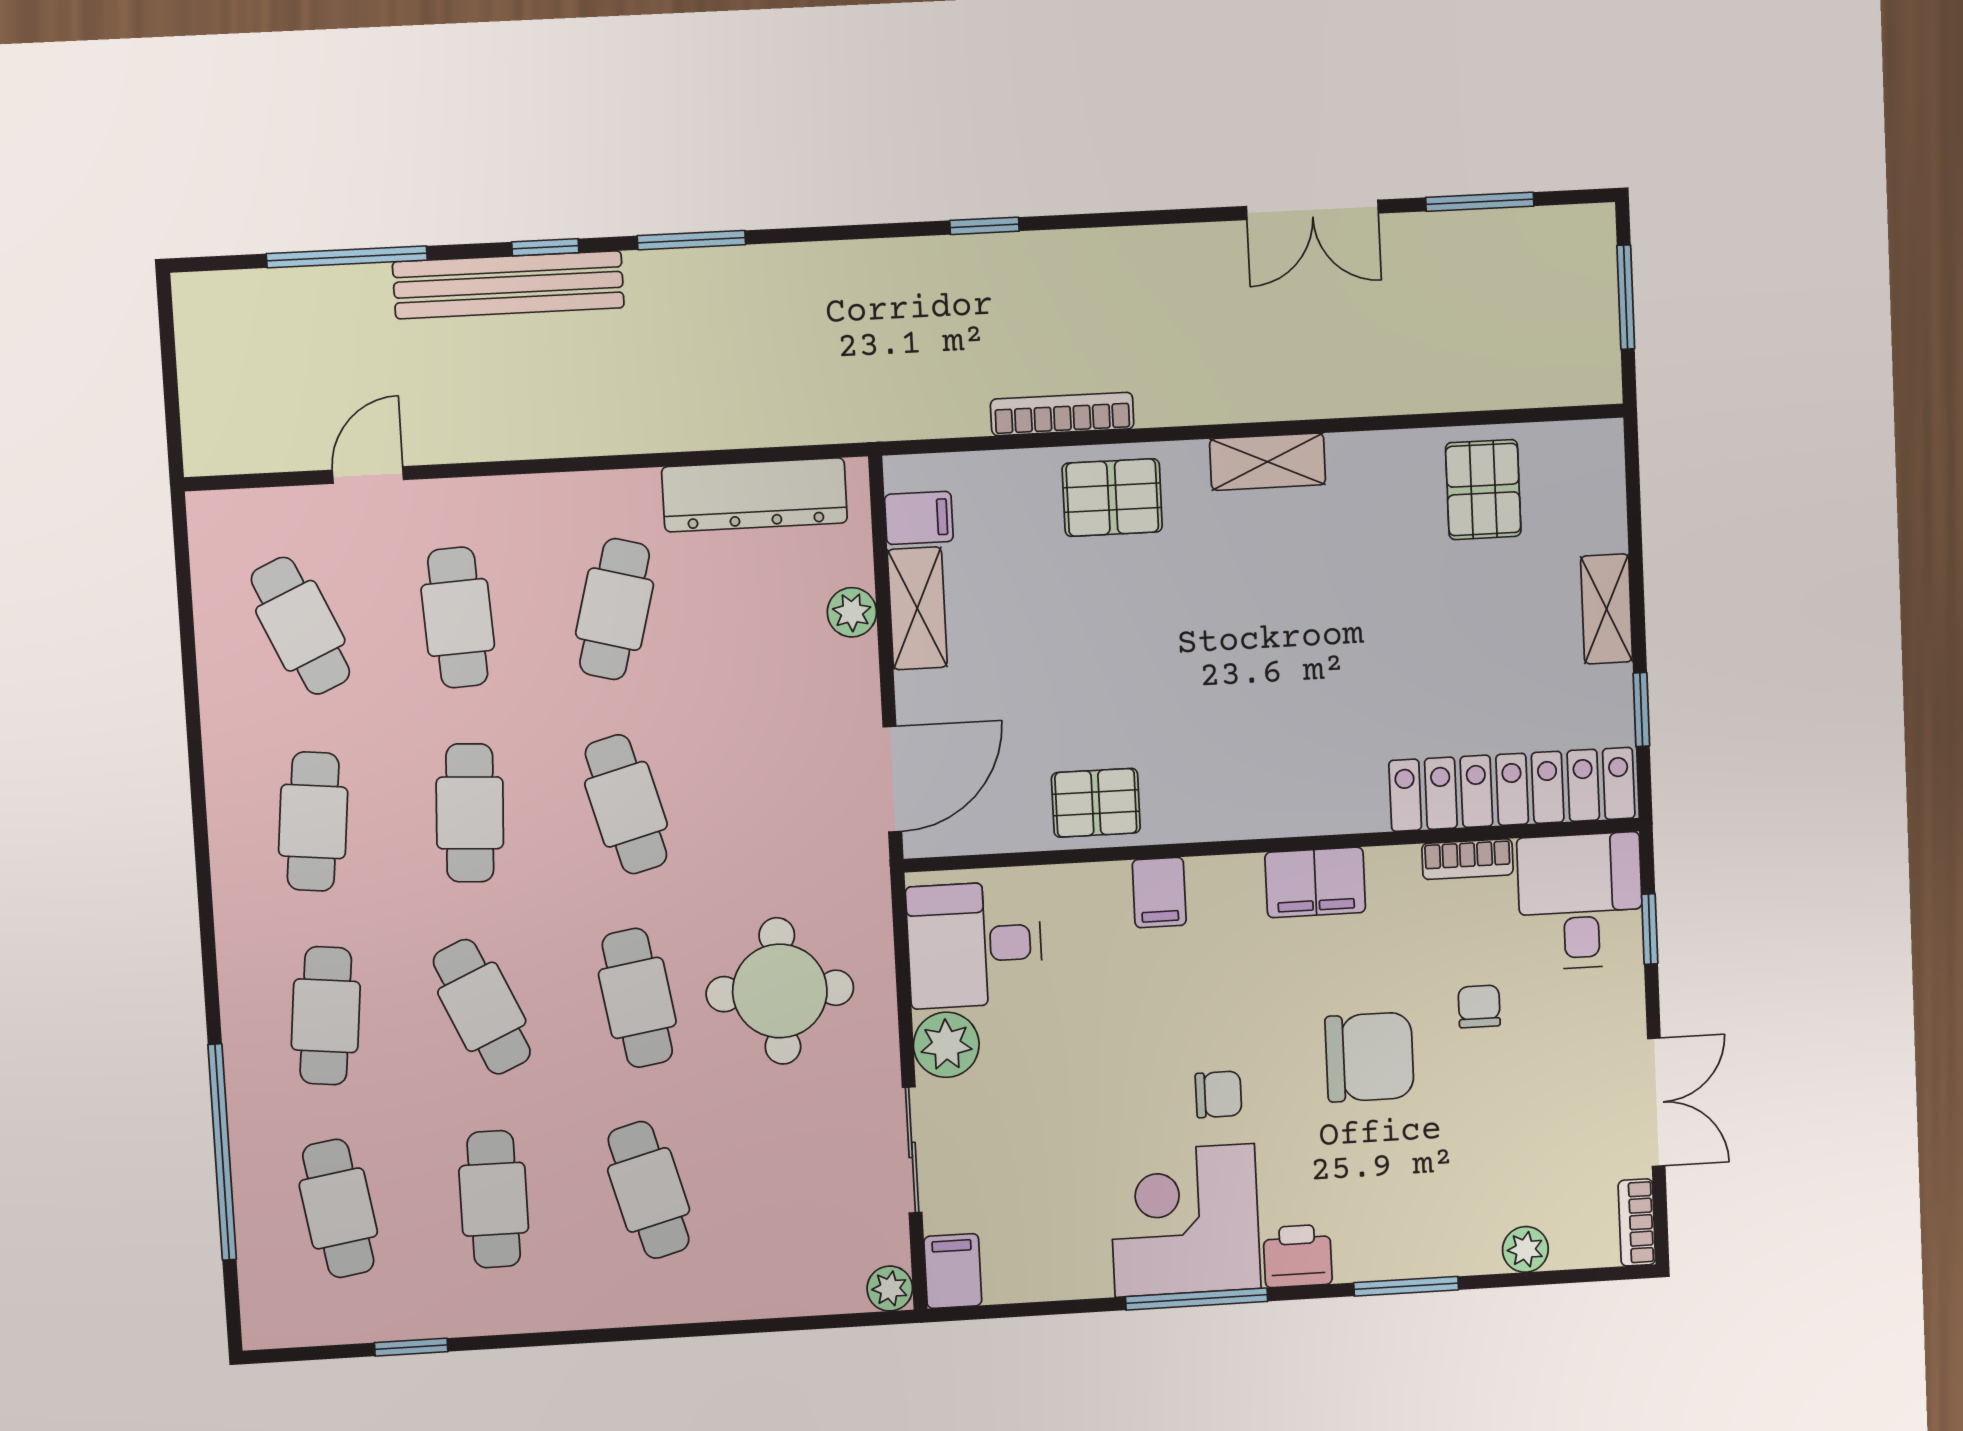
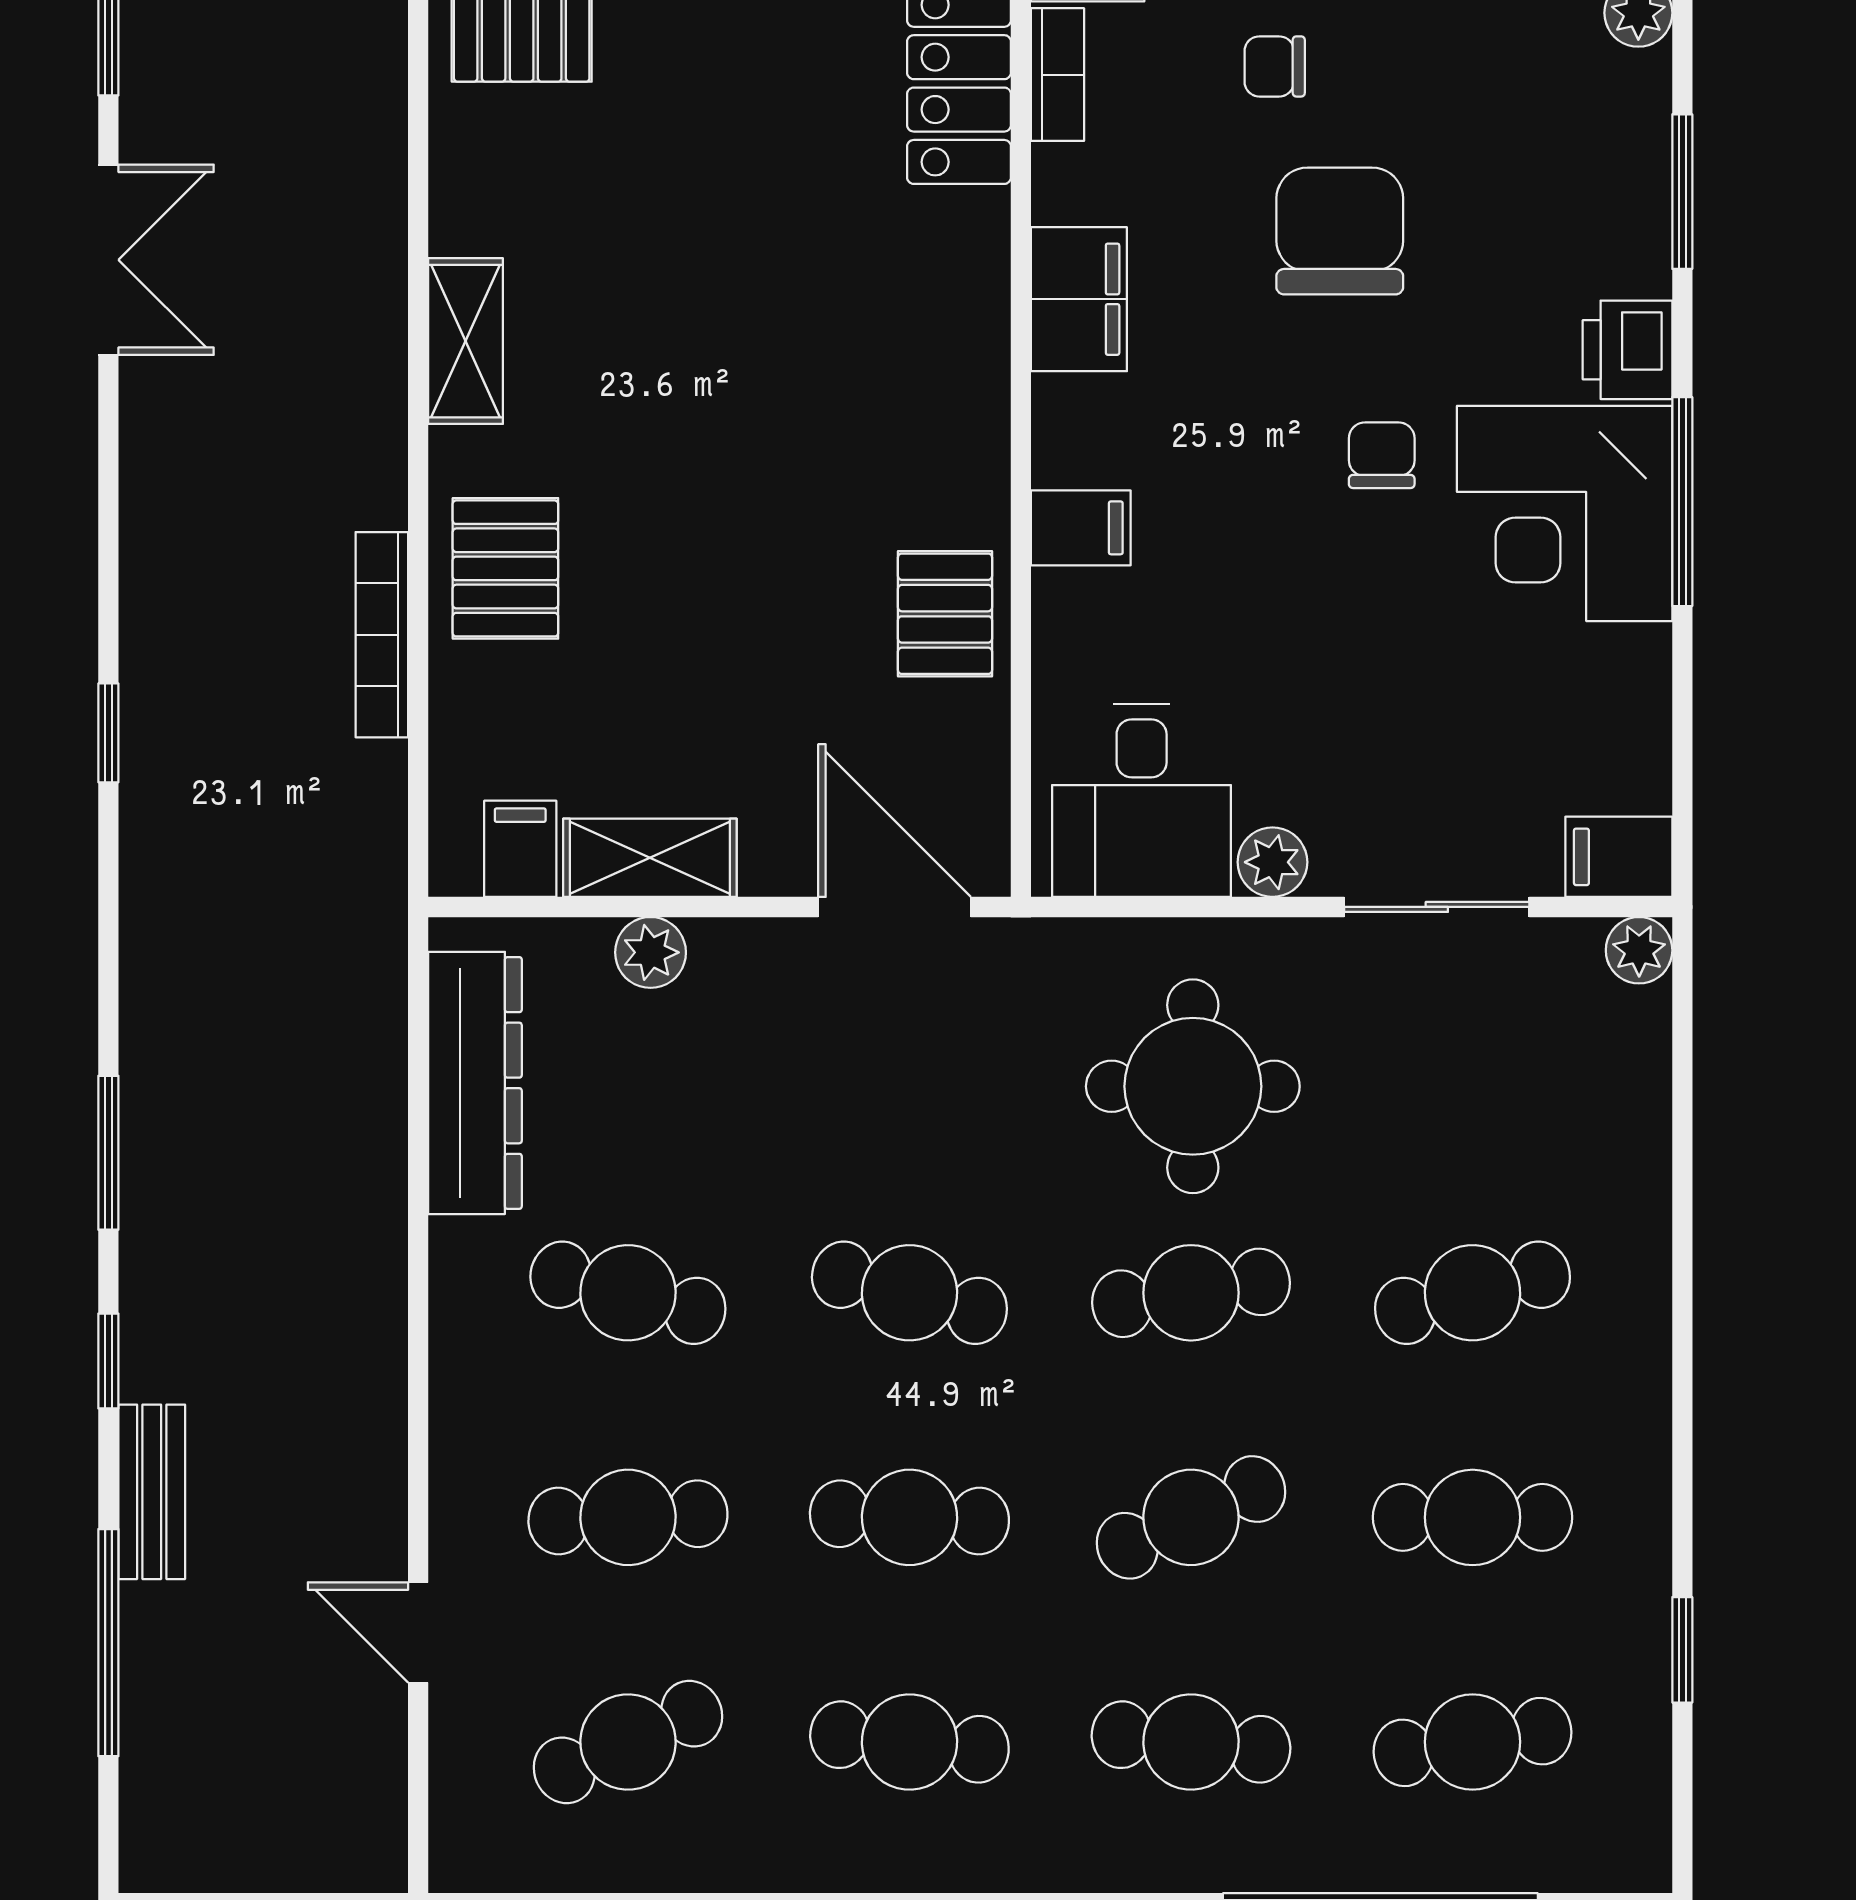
bench: (508, 285) -> (152, 1492), width x0.54, depth x0.82
cafe table: (626, 804) -> (909, 1293), turned 30
plant: (946, 1045) -> (1272, 862), width x0.73, depth x0.73

